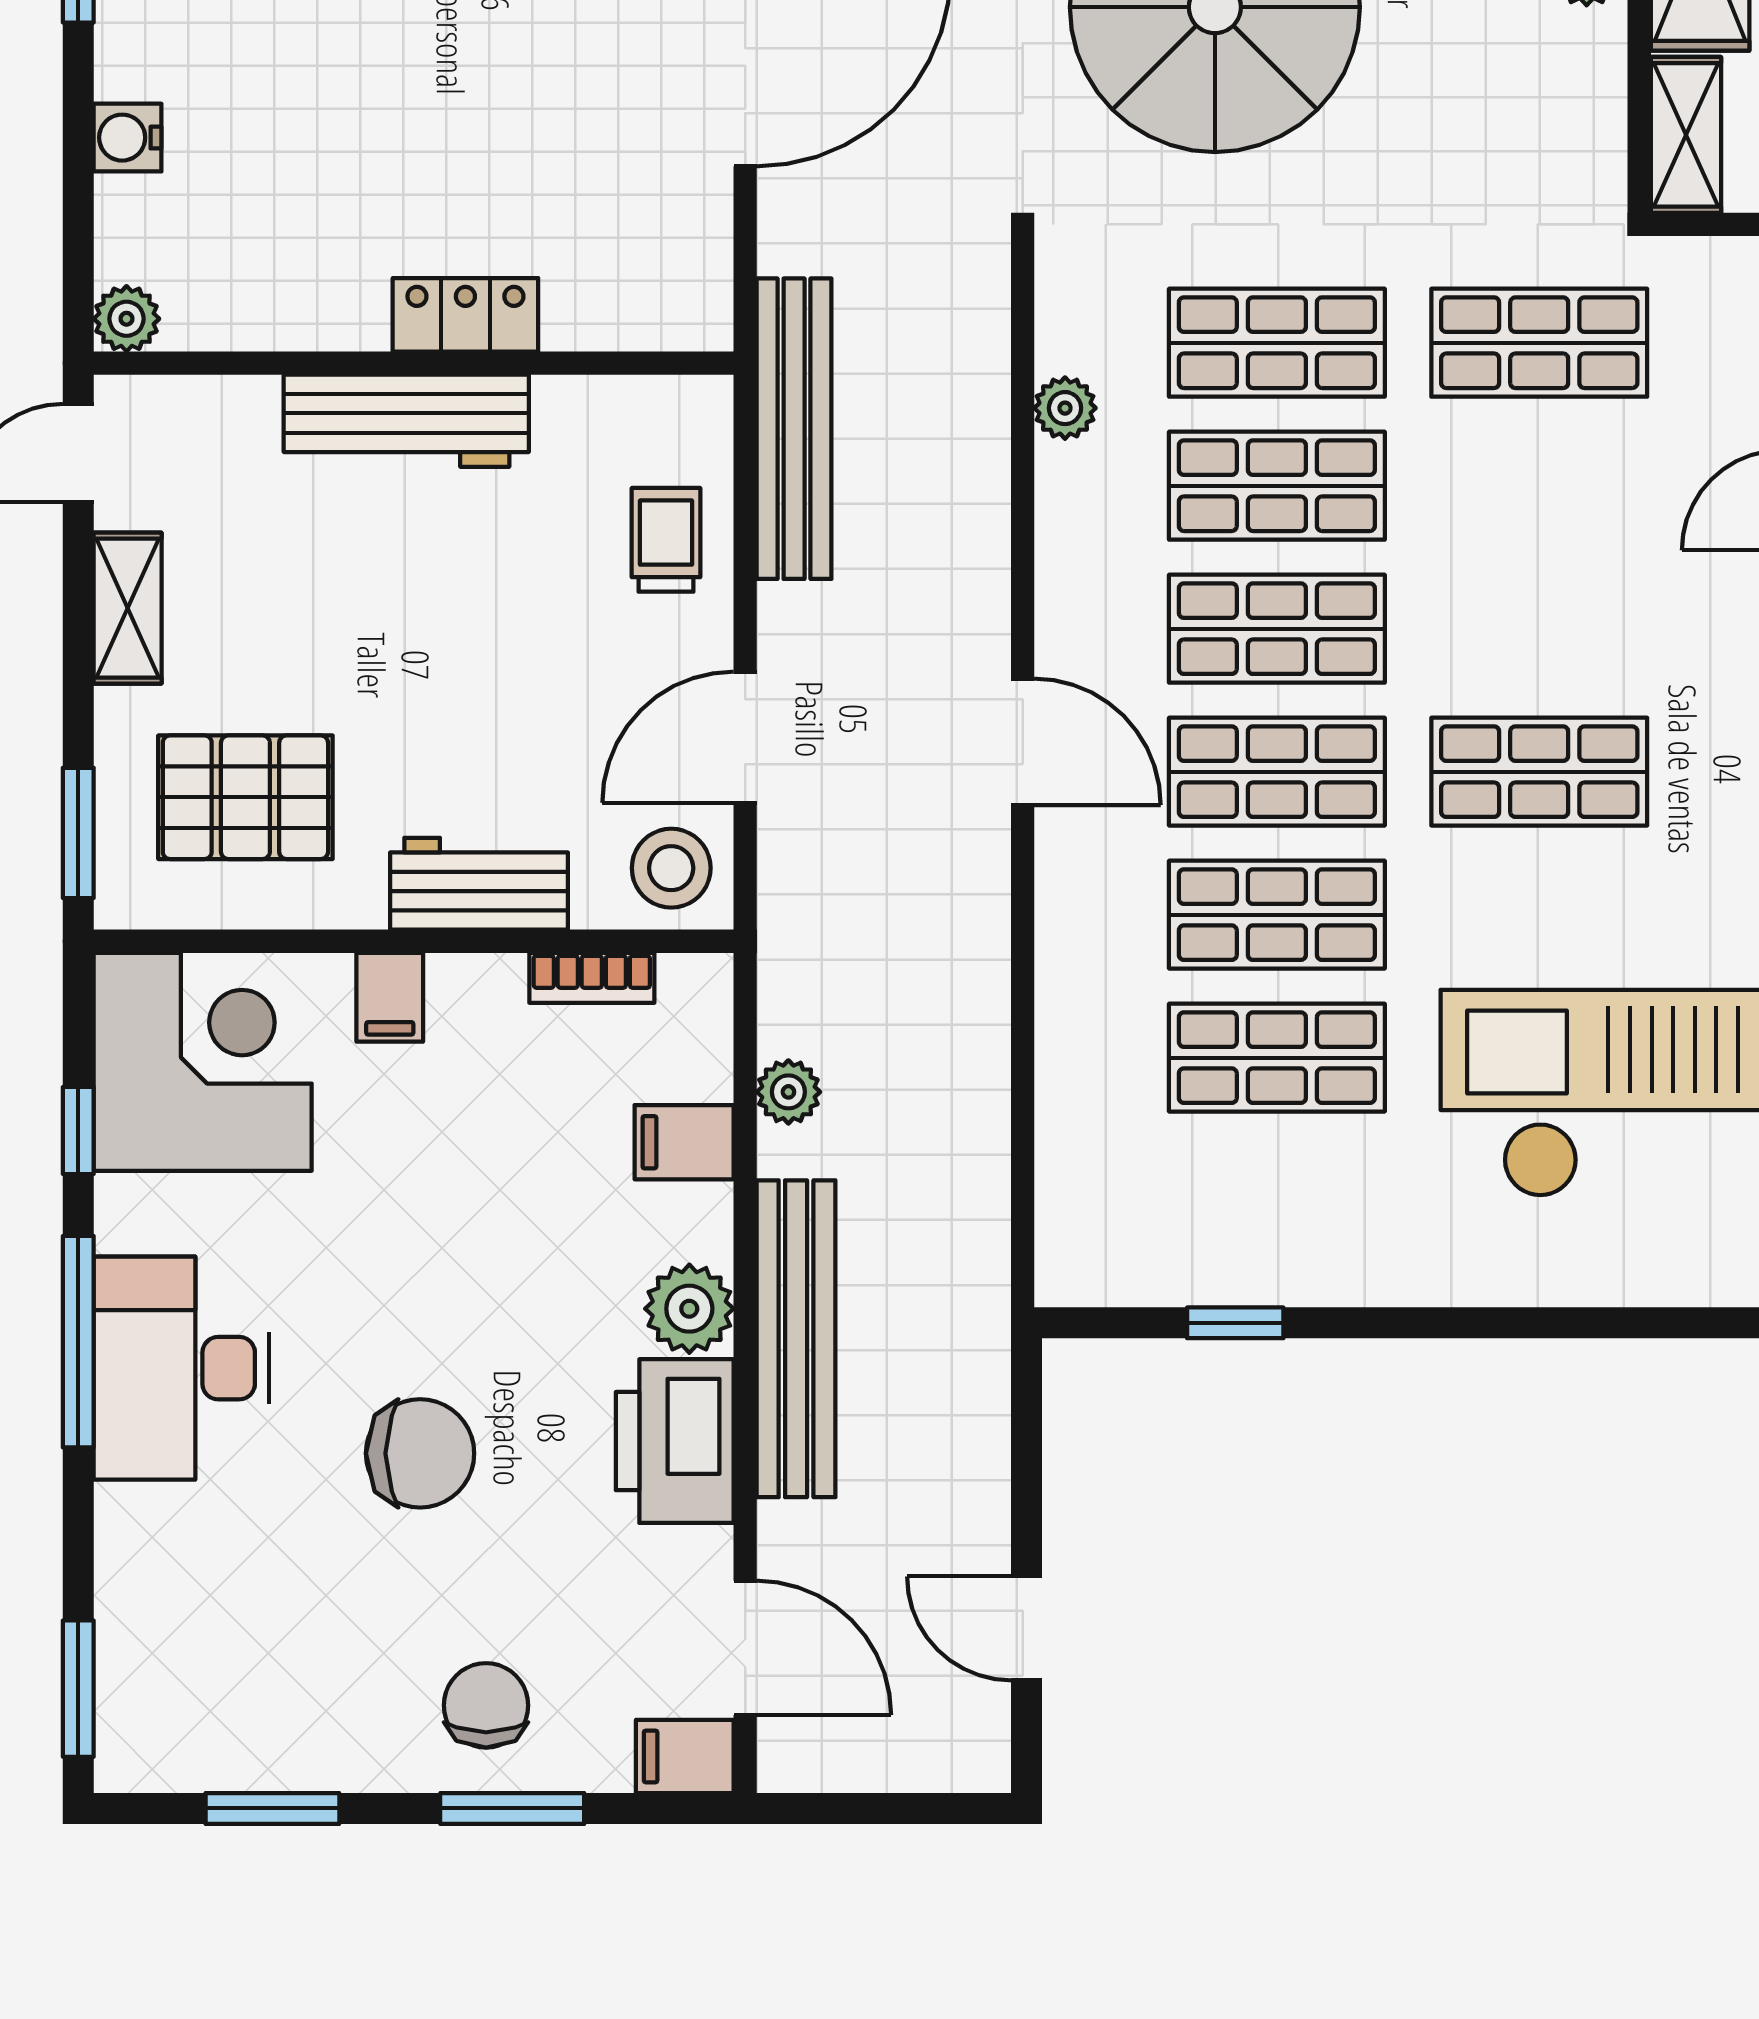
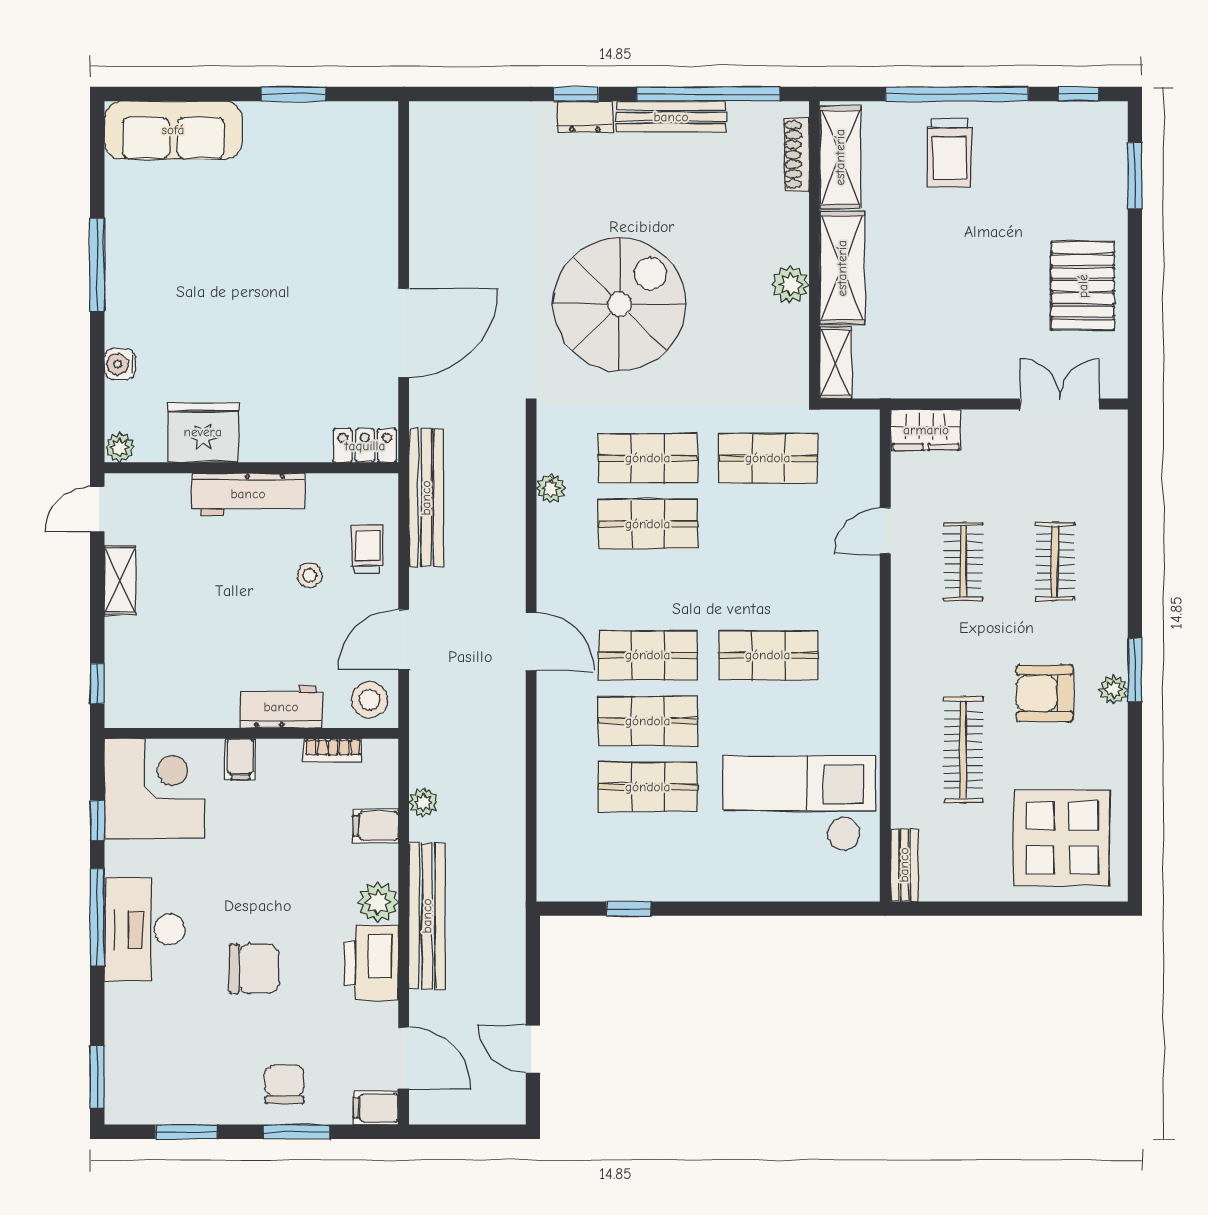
fridge: (309, 286) -> (203, 432), added
locker: (465, 315) -> (365, 446), moved
stool: (541, 598) -> (310, 575), added
shop shelf: (1277, 629) -> (648, 590), removed
pallet: (245, 797) -> (174, 667), removed
window: (78, 833) -> (97, 684), width x0.67

